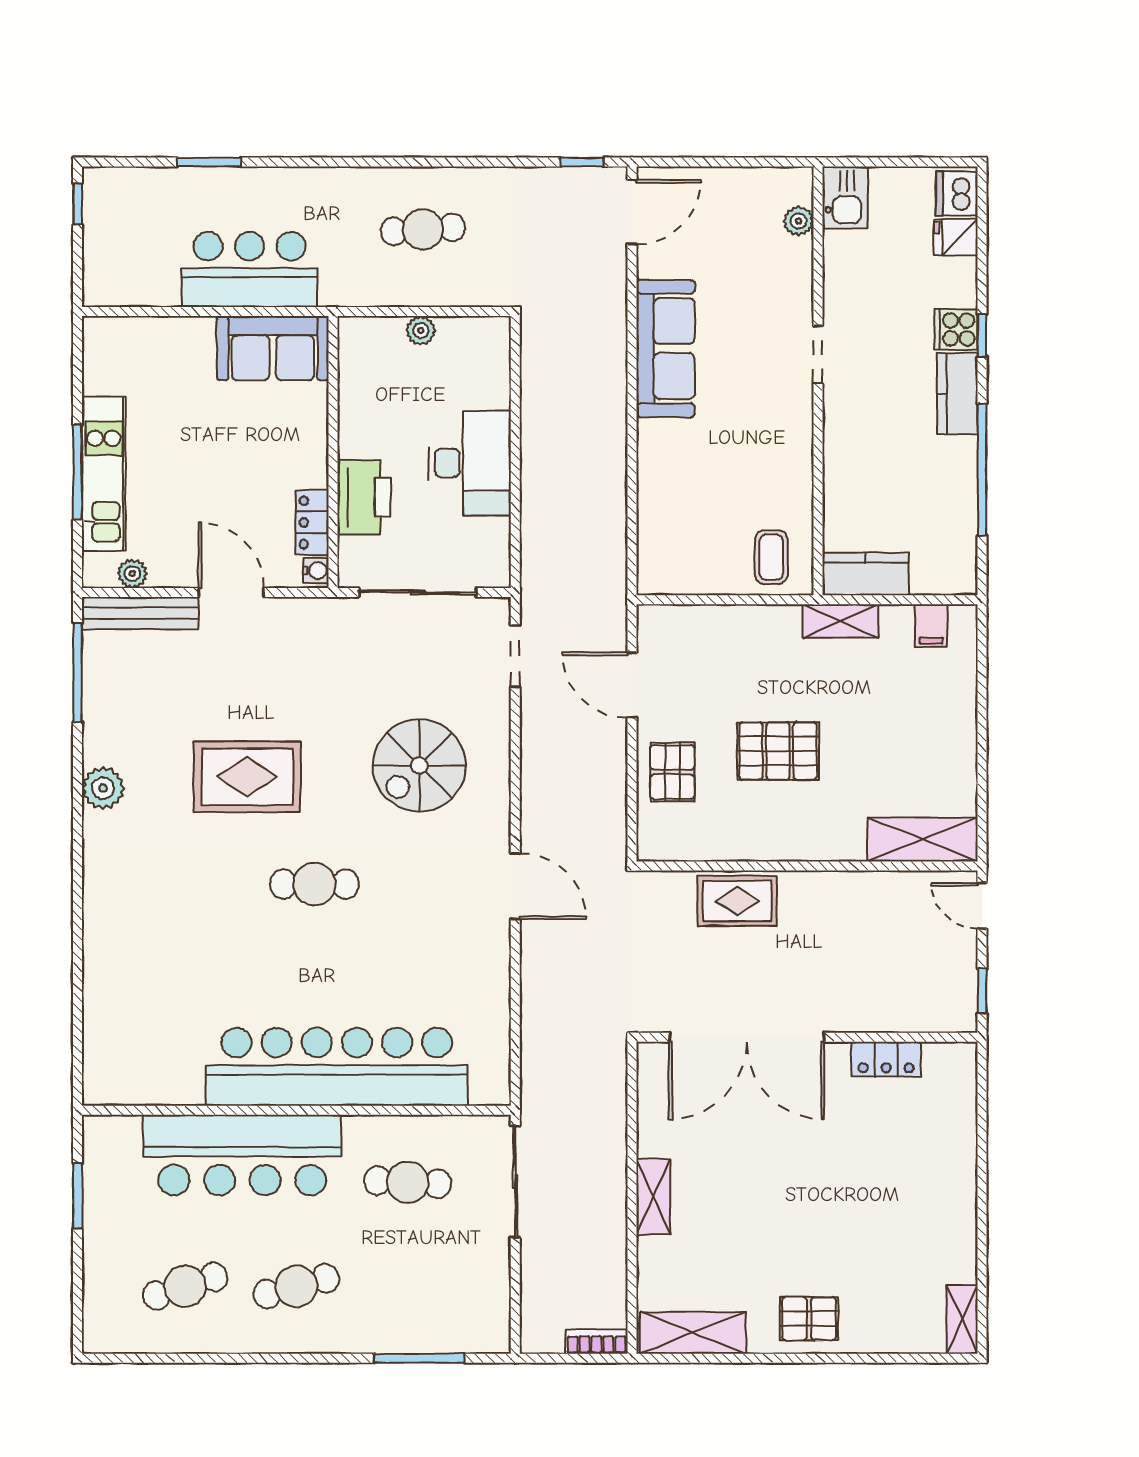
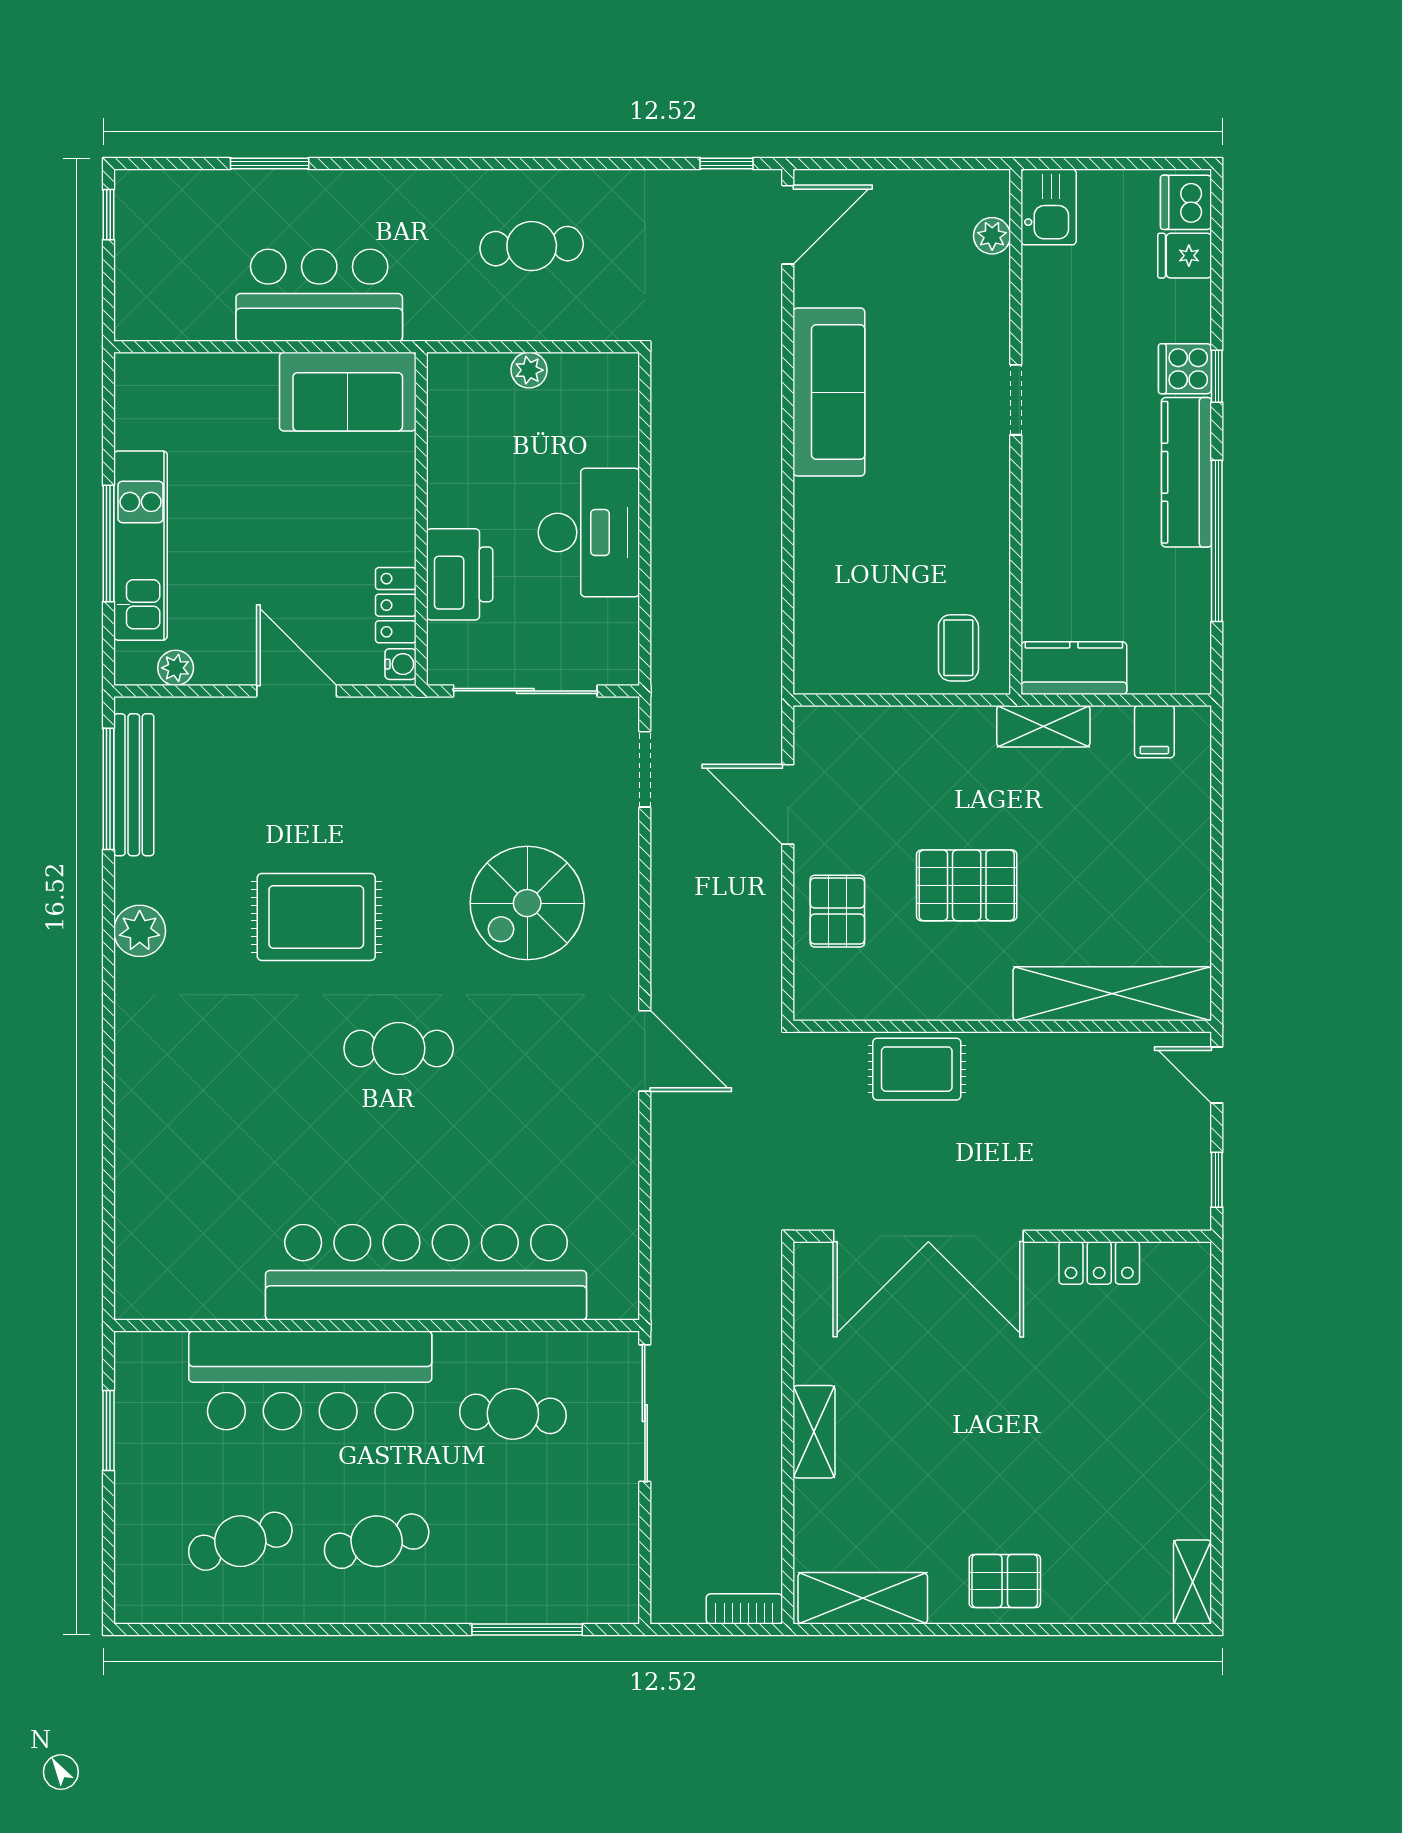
kitchen counter: (957, 394) -> (1186, 472), width x1.50
bench: (140, 613) -> (134, 785), moved, turned 90
shelving: (922, 839) -> (1112, 994), width x1.47

